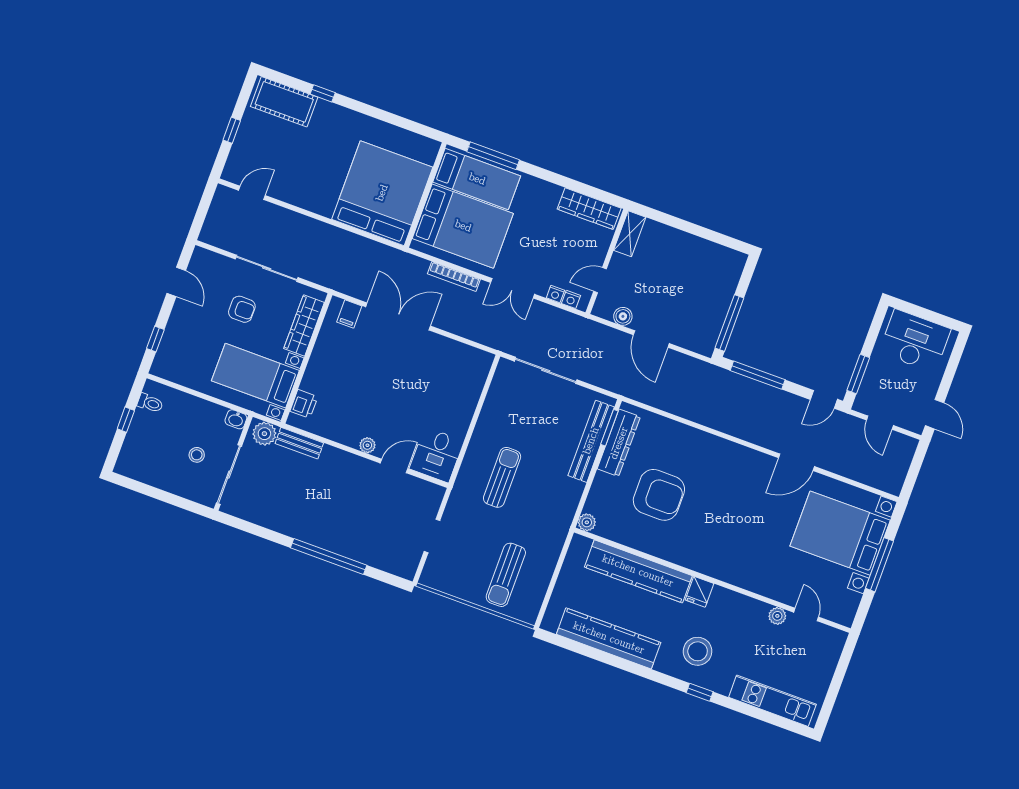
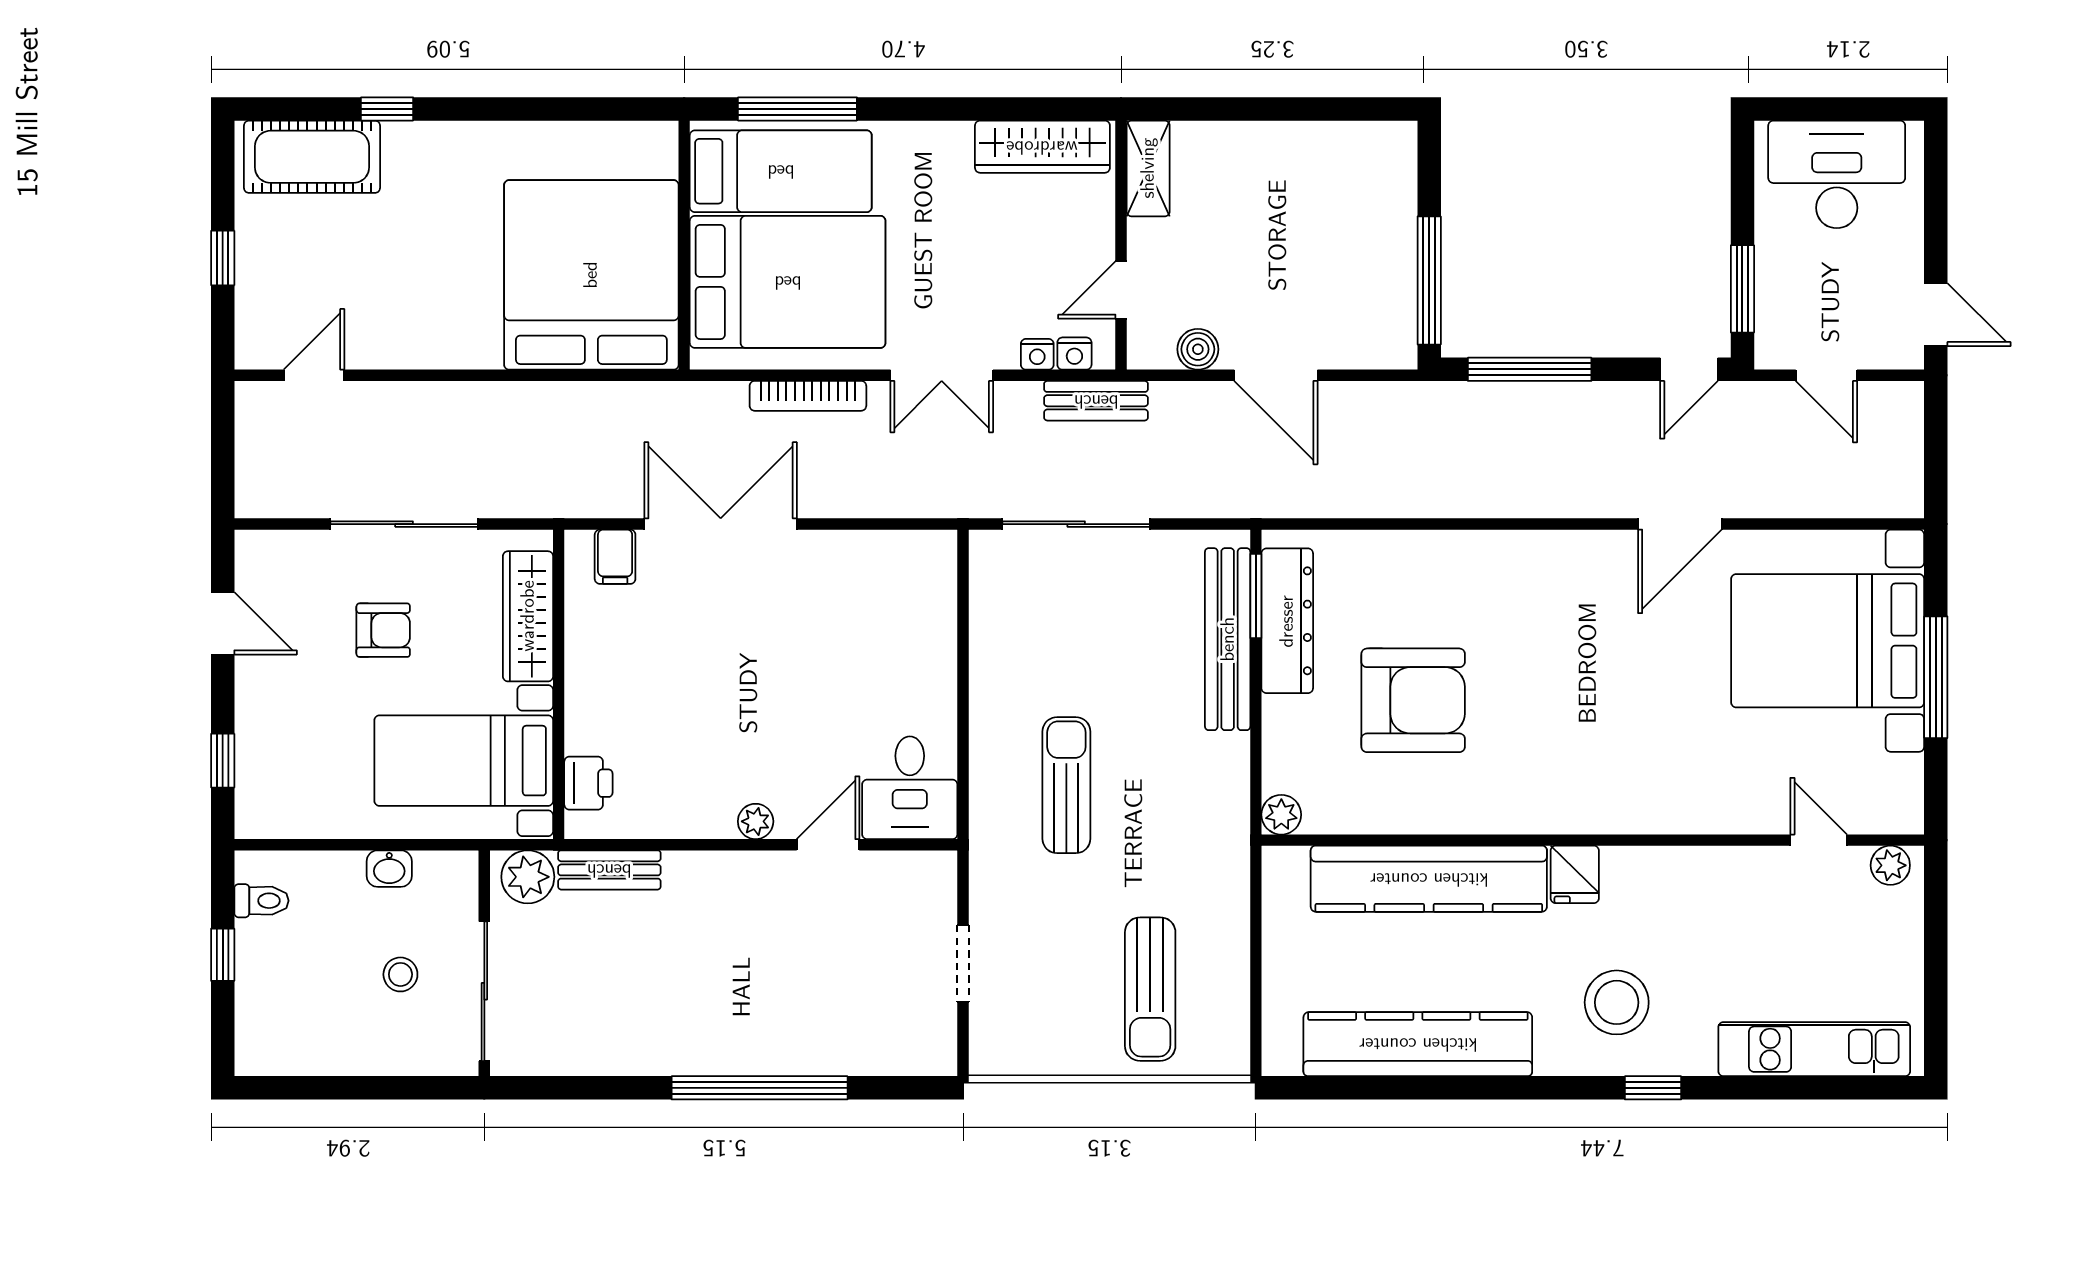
bench: (573, 322) -> (1096, 401), added
washbasin: (236, 419) -> (389, 869), moved
plant: (777, 616) -> (1890, 865), moved

